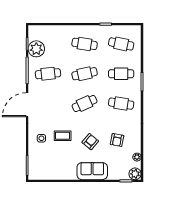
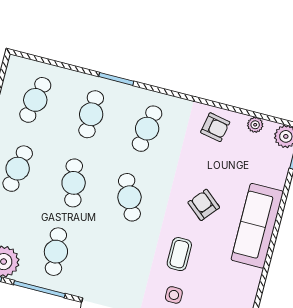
armchair: (117, 140) -> (215, 127), moved
sofa: (92, 171) -> (257, 226), width x1.36

